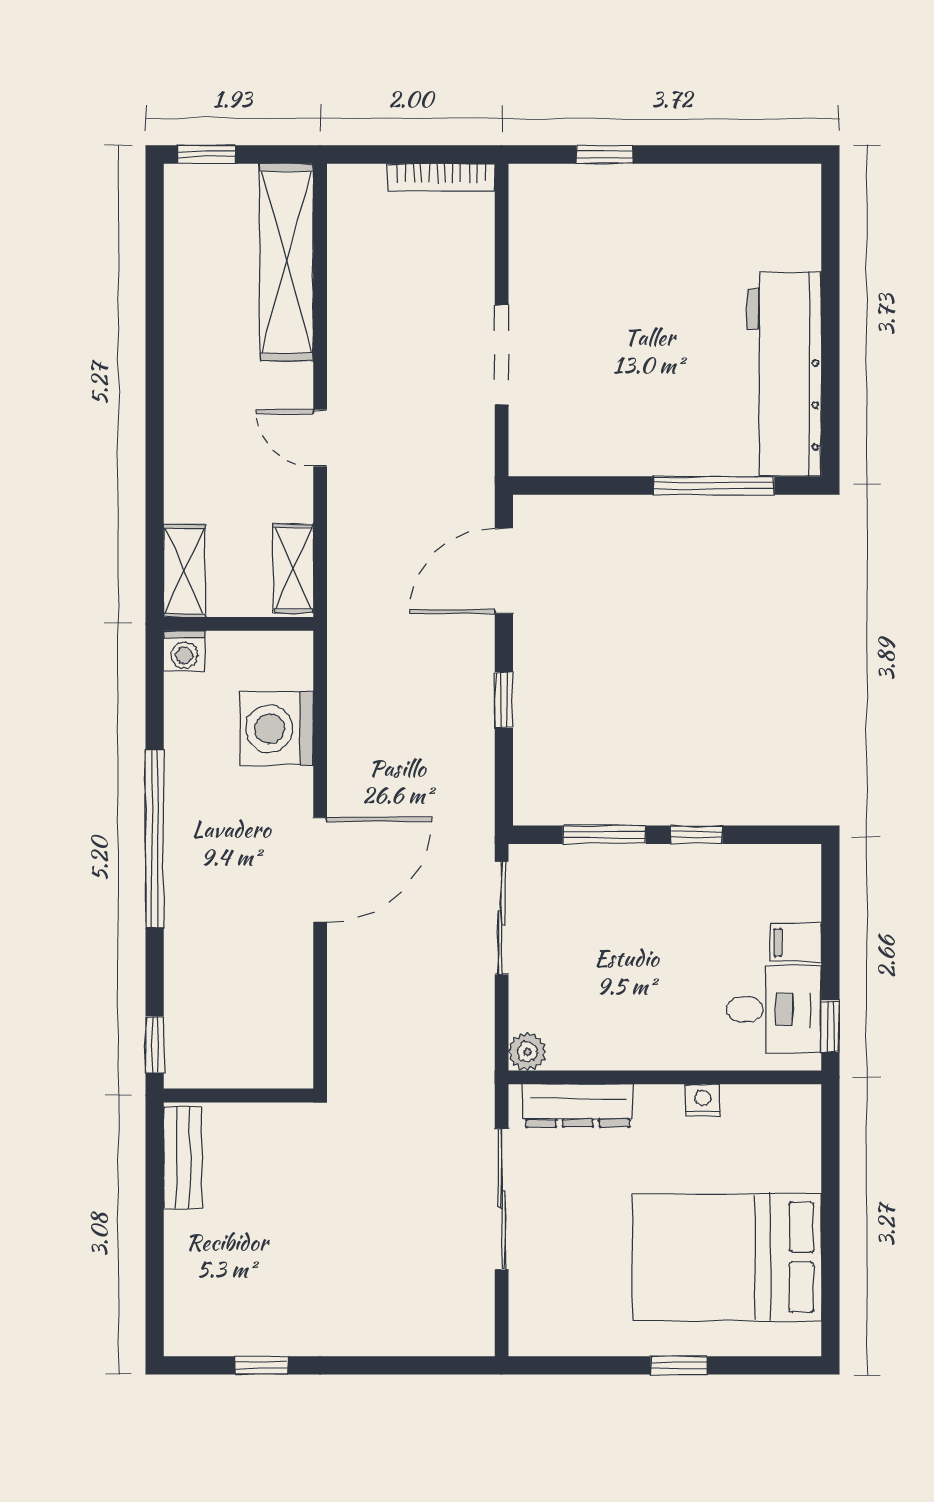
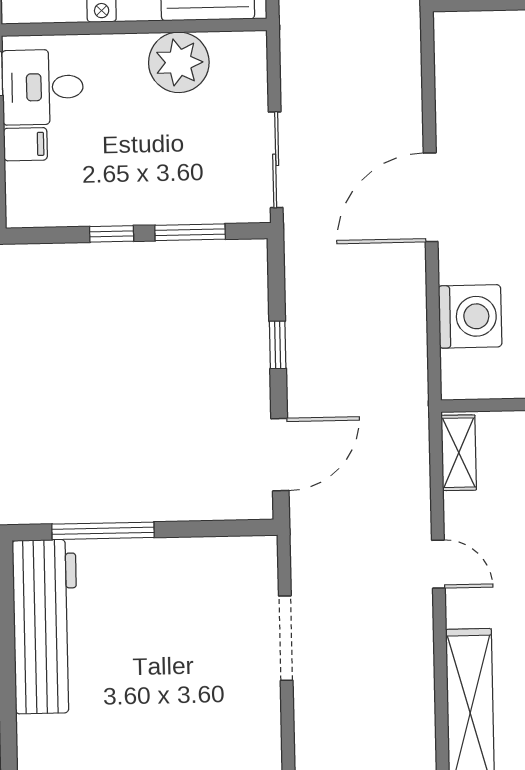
plant: (527, 1052) -> (179, 62), moved, width x1.88, depth x1.88

